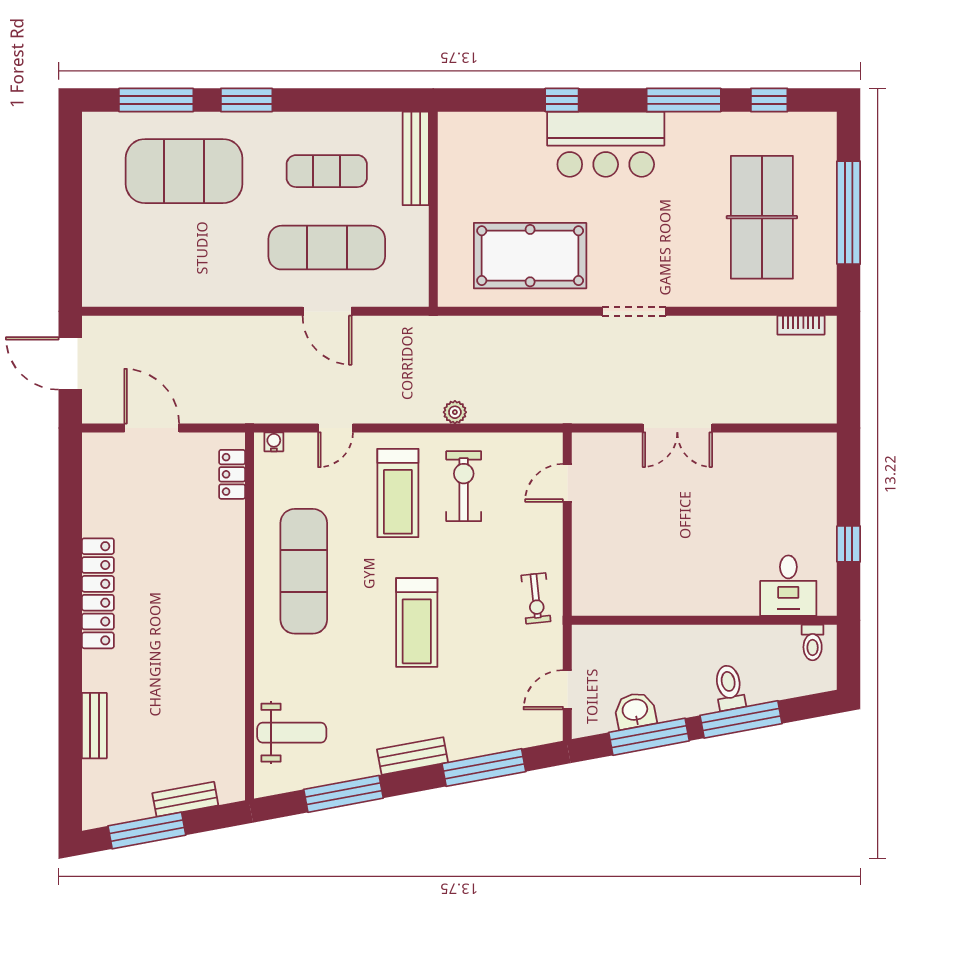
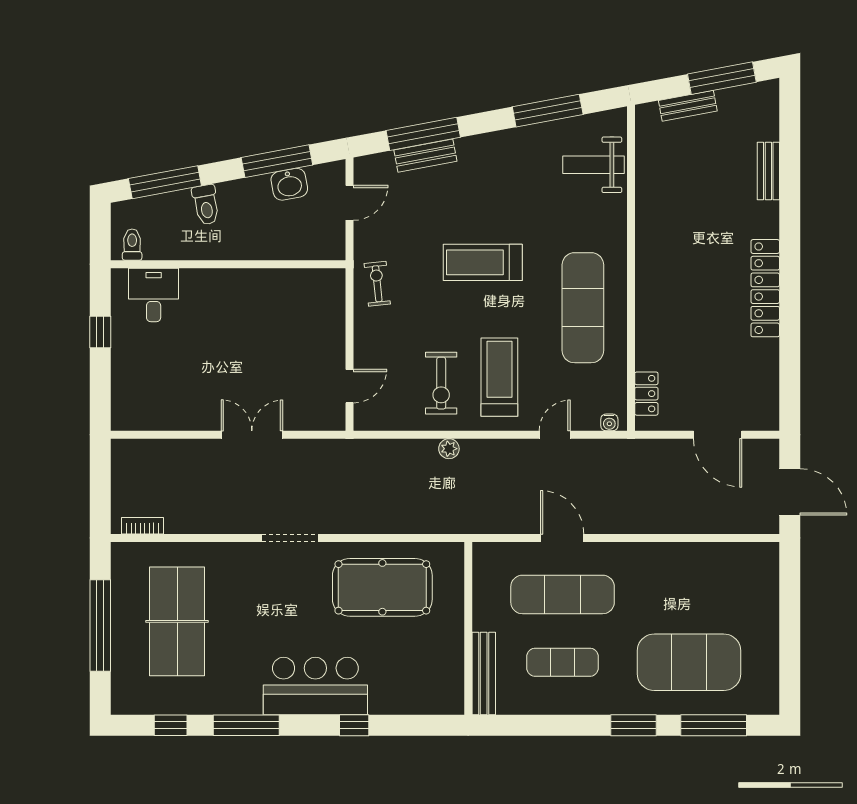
treadmill: (417, 622) -> (483, 262), turned -90
window: (741, 719) -> (165, 182), moved
bench: (412, 756) -> (425, 156), moved

